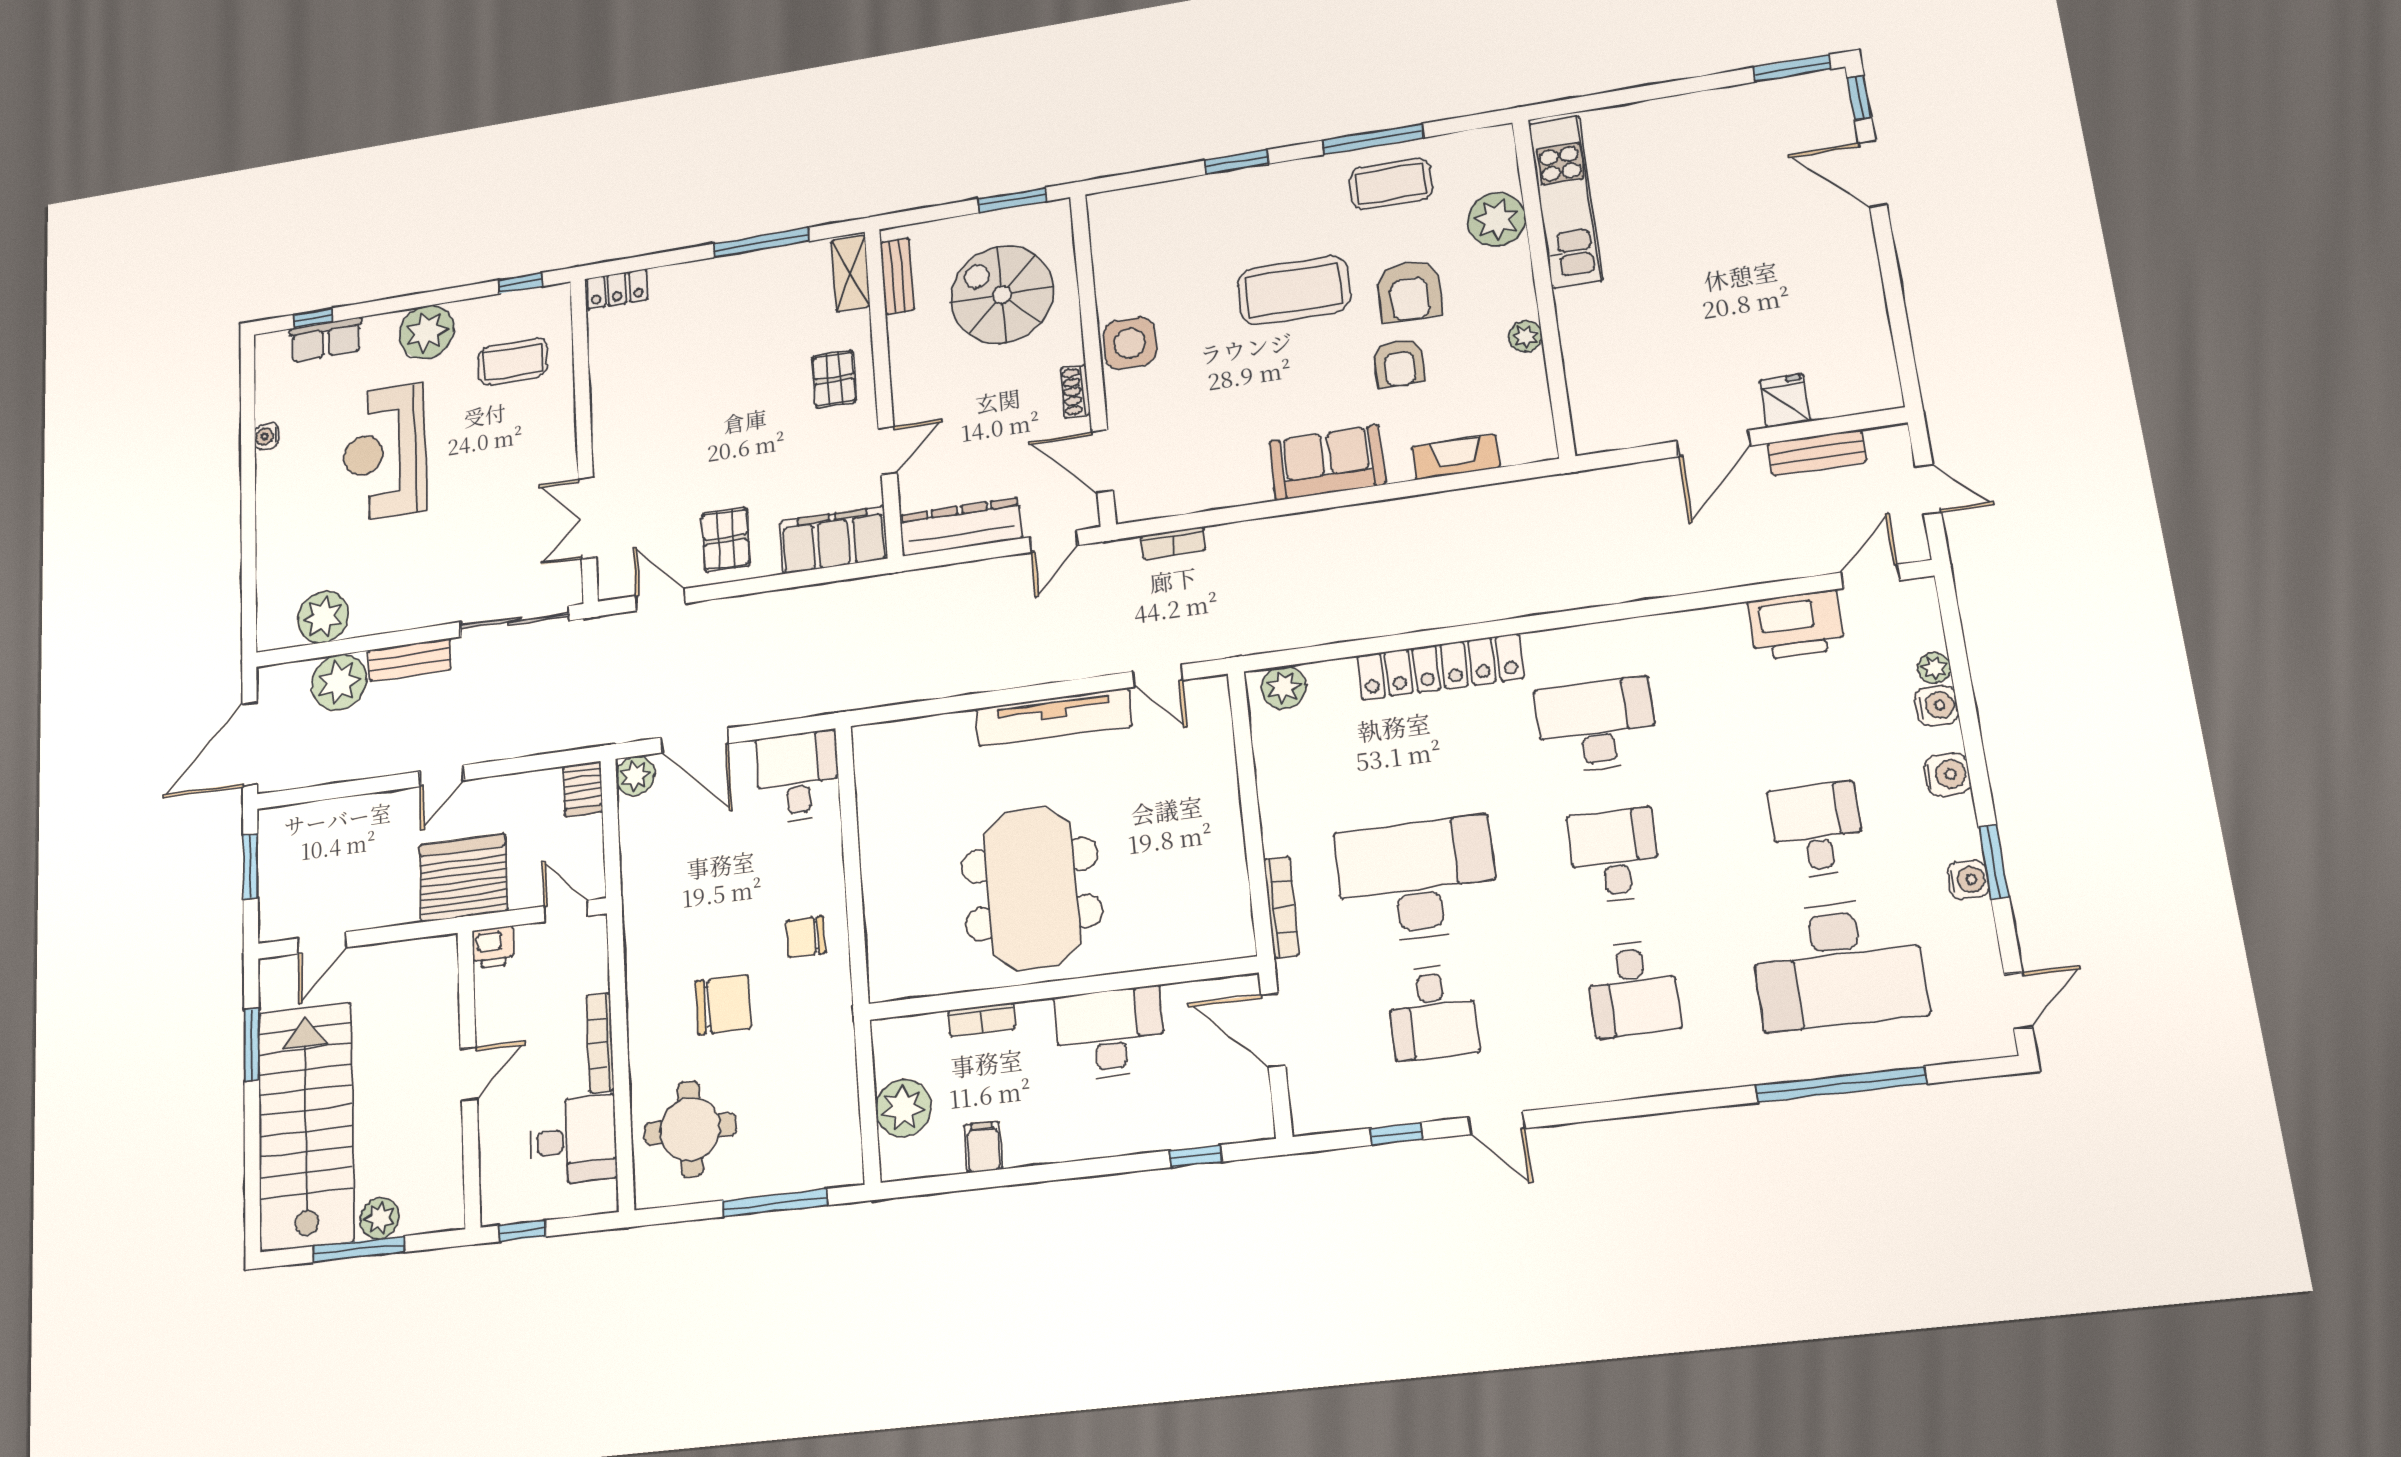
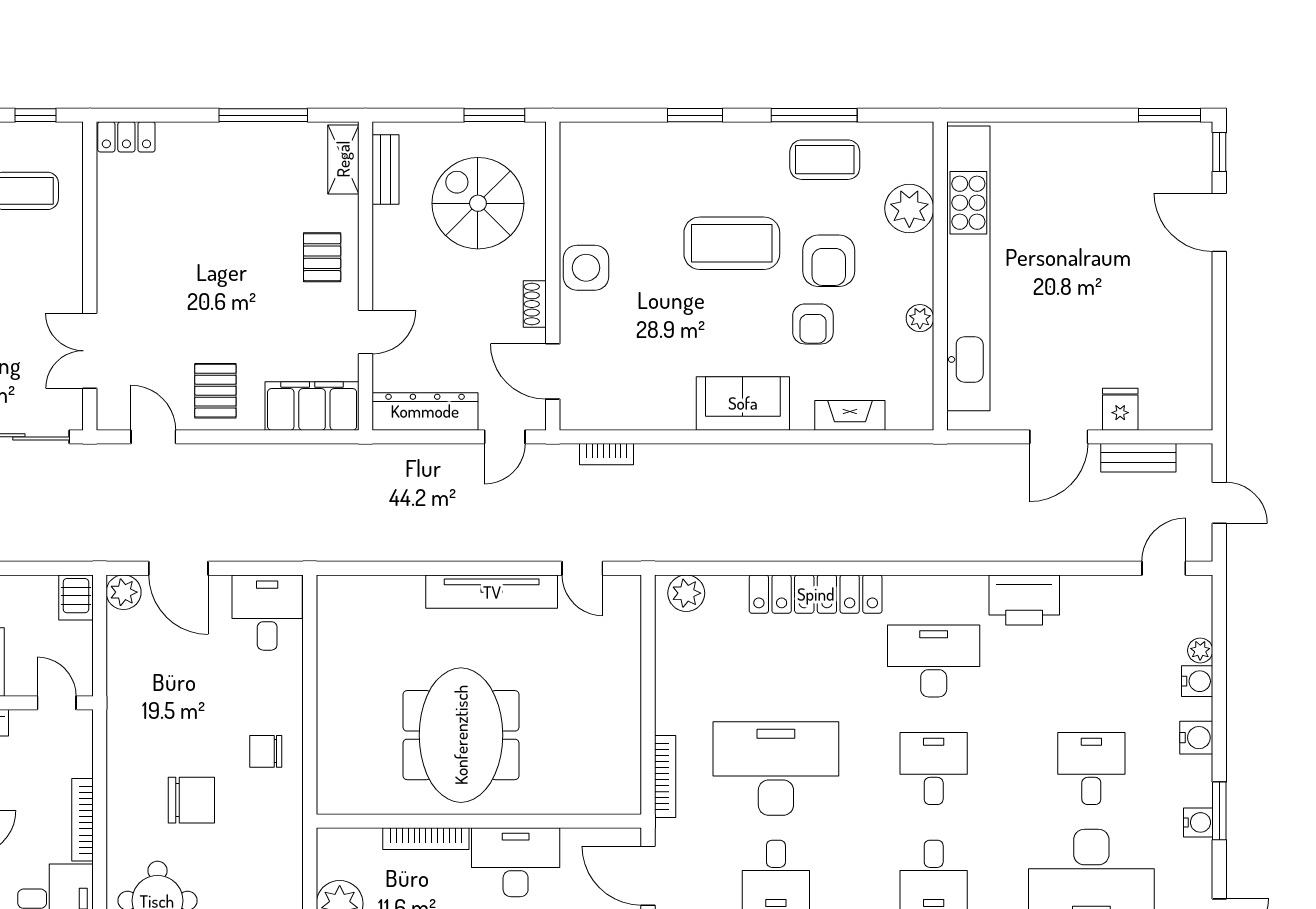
kitchen unit: (1566, 202) -> (968, 268), width x1.86
printer: (1796, 625) -> (1024, 600), moved
bookcase: (982, 1019) -> (426, 839), width x1.56

